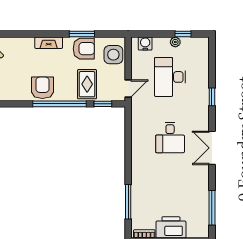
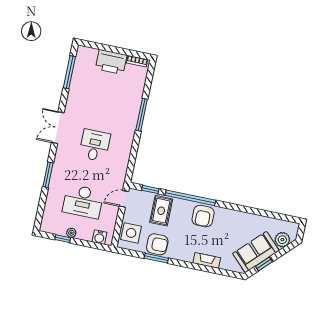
fireplace: (49, 43) -> (207, 260), moved
armchair: (84, 49) -> (157, 244), turned 180
desk: (170, 77) -> (83, 201), turned 90
window: (212, 97) -> (48, 175), width x1.50
double door: (212, 148) -> (58, 128), swing flipped
window: (128, 202) -> (142, 115), moved

